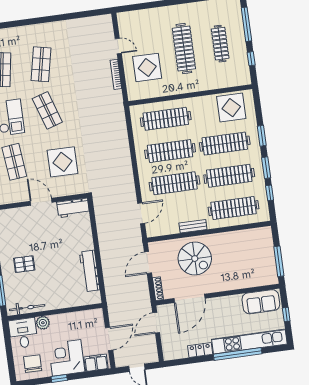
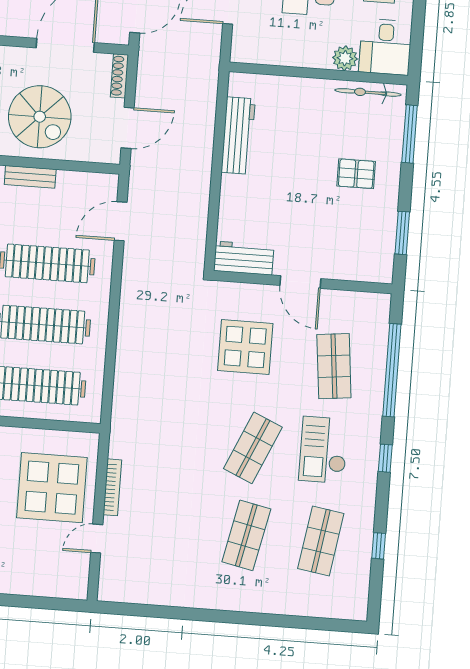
door: (118, 46) -> (97, 539), hinge flipped
display table: (147, 67) -> (52, 488), width x1.36, depth x1.36
shop shelf: (47, 110) -> (253, 448), turned 42
spiral stairs: (195, 259) -> (40, 117), turned 180

